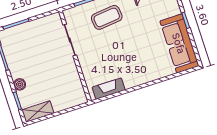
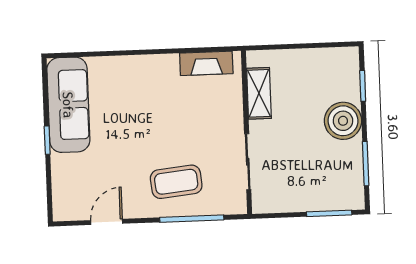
boiler: (20, 84) -> (343, 121), width x1.86, depth x1.86
shelving: (38, 111) -> (259, 93), moved, turned 90

